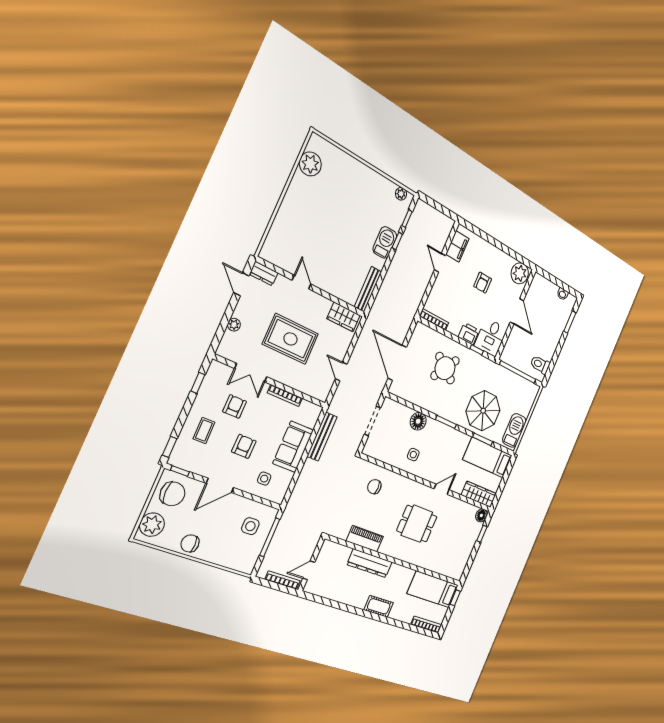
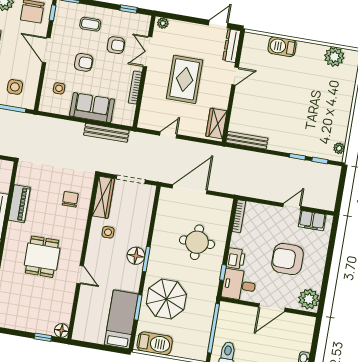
barbecue: (385, 242) -> (282, 47), moved, turned 180
dresser: (264, 273) -> (232, 46), width x1.44
armchair: (483, 283) -> (288, 259), width x1.88, depth x1.88
plant: (234, 325) -> (163, 23), moved
round table: (445, 368) -> (197, 242), turned -35
floor lamp: (418, 421) -> (136, 256), moved
wardrobe: (479, 494) -> (103, 197), moved

